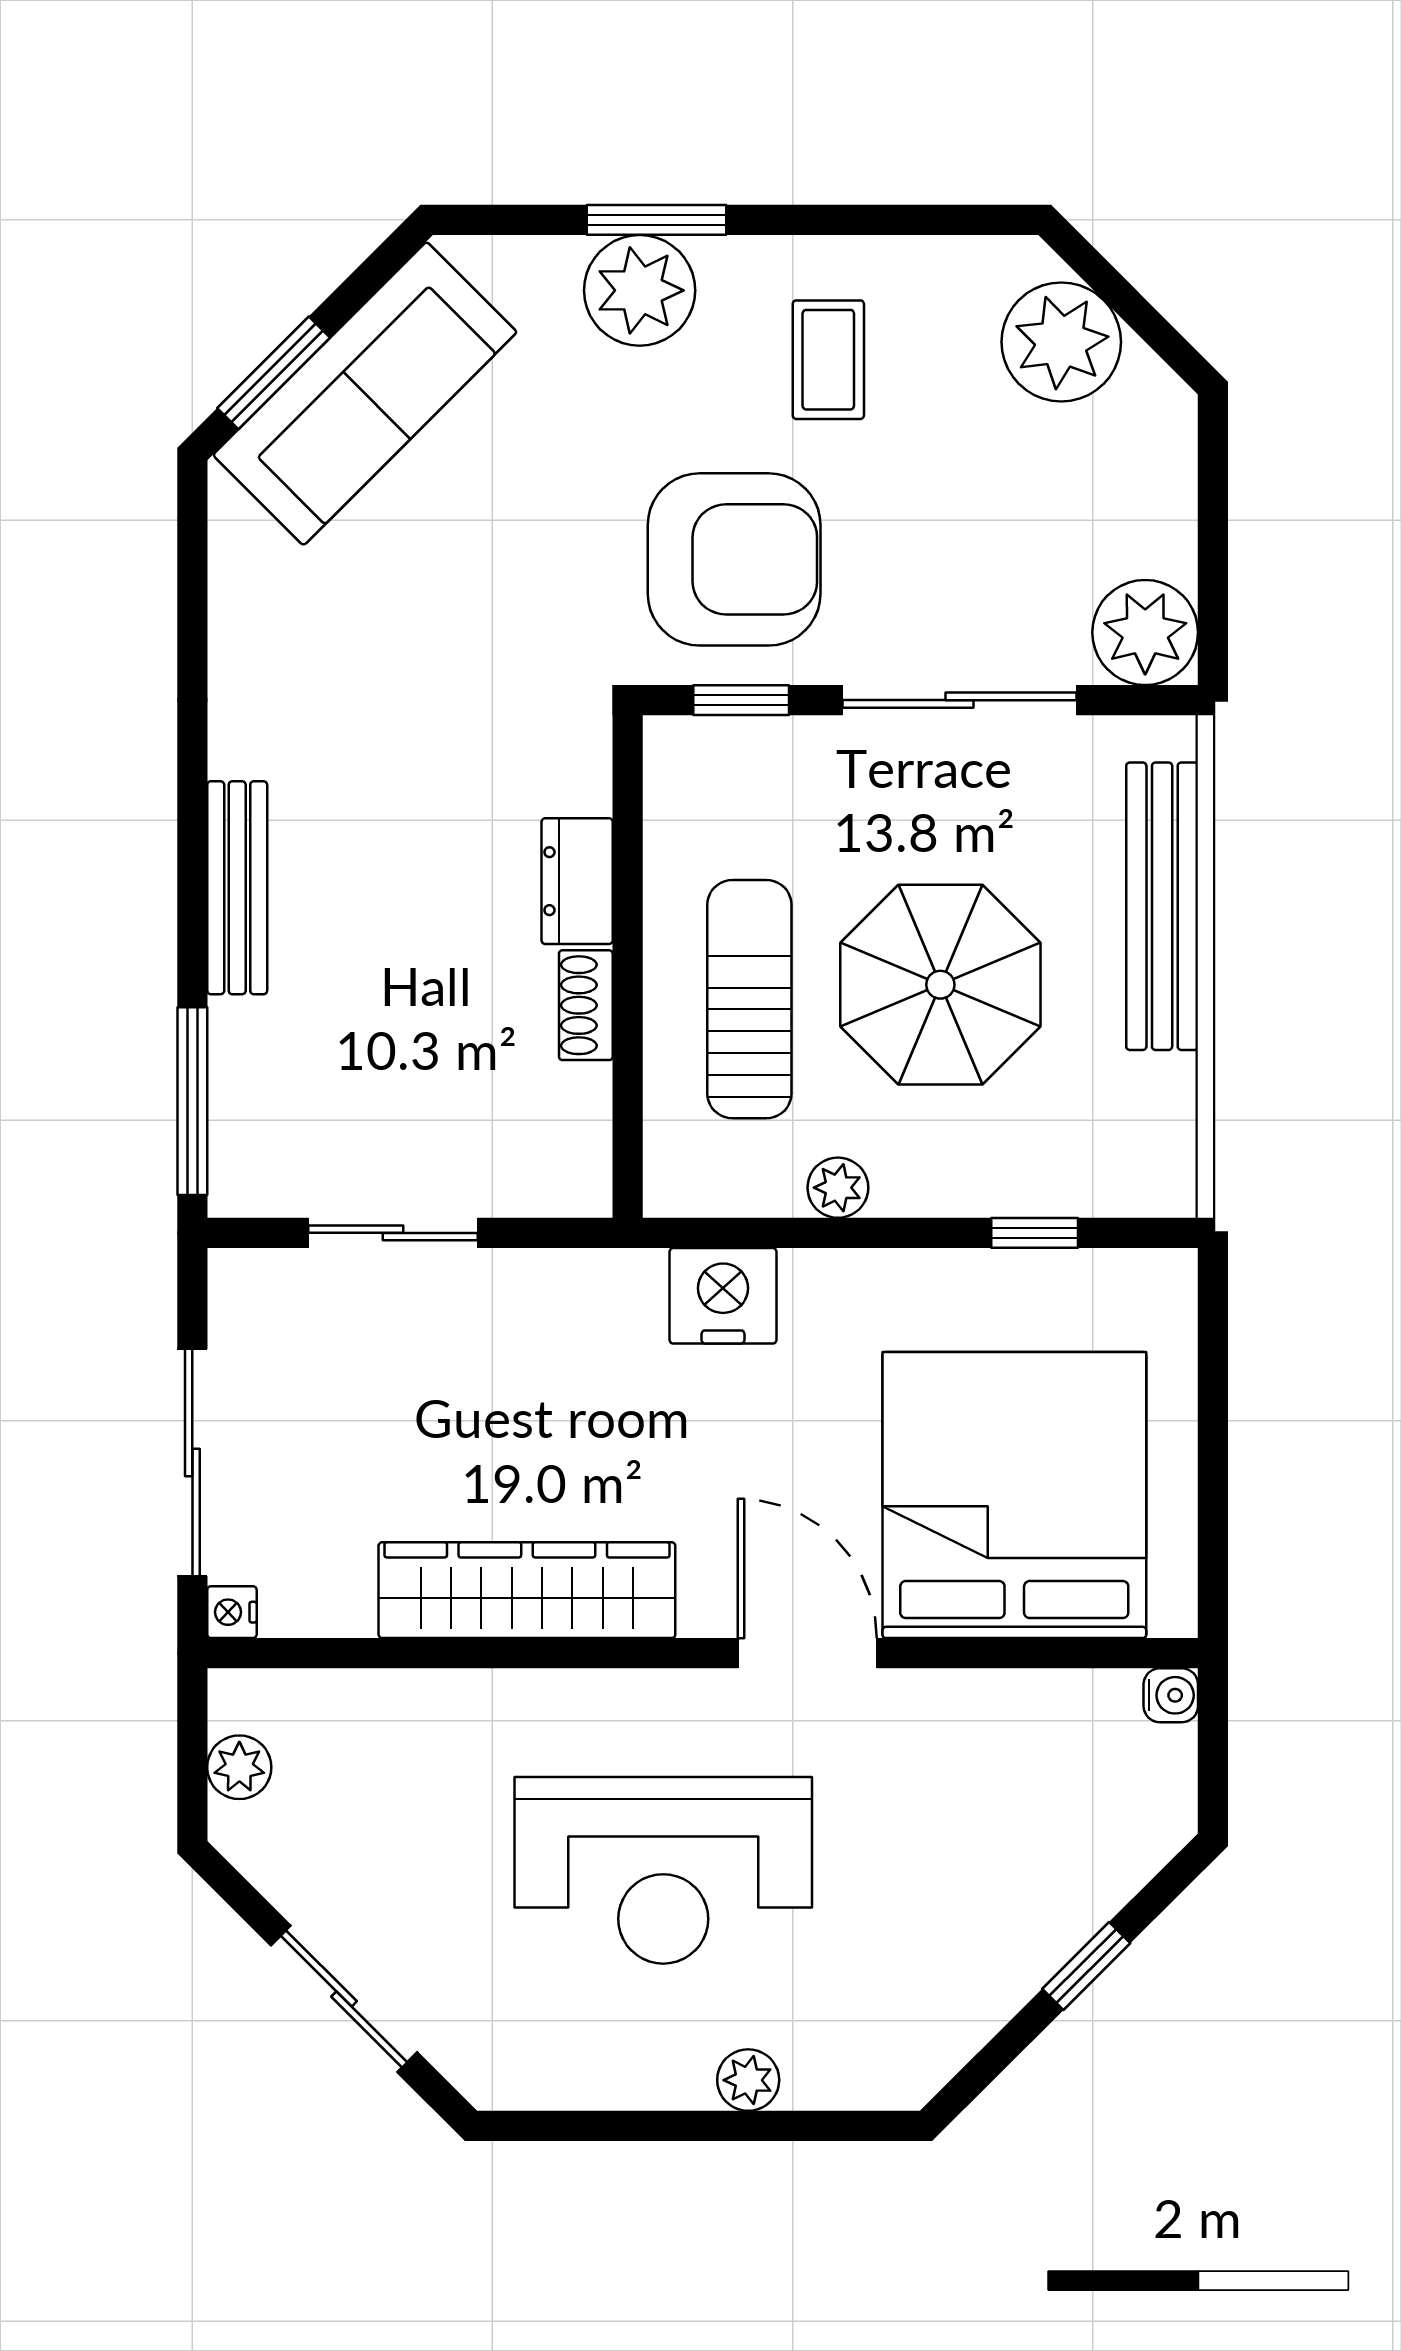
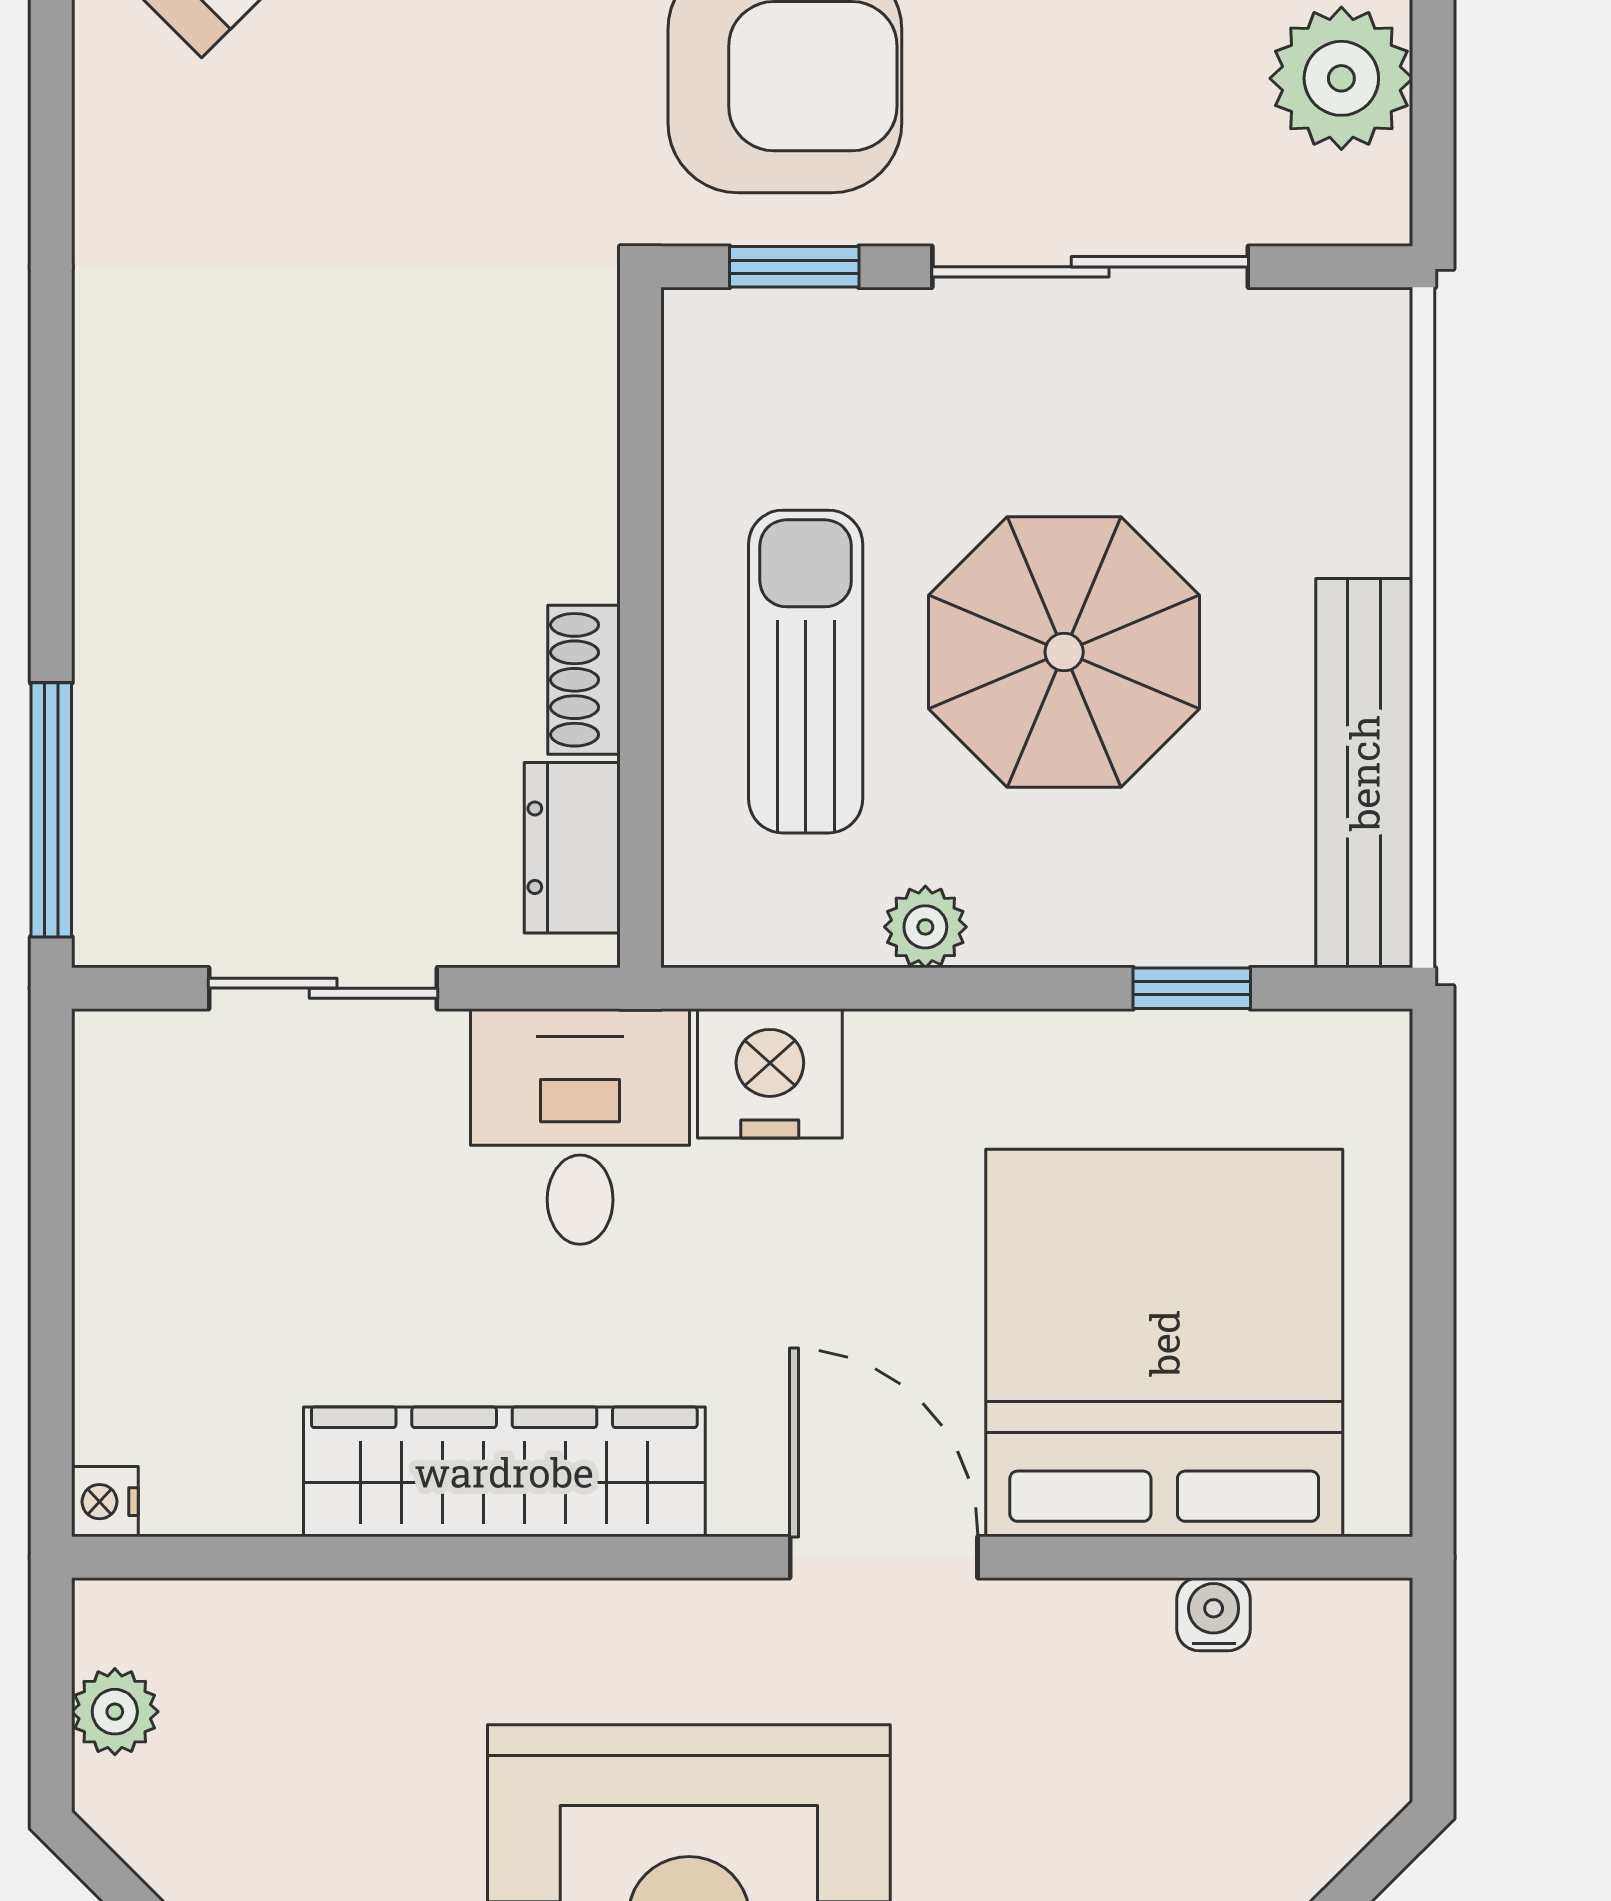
plant: (1145, 632) -> (1341, 78), moved
dresser: (577, 881) -> (572, 848), moved
bench: (237, 888) -> (112, 521), removed
bench: (1162, 906) -> (1364, 773), moved
desk: (583, 1335) -> (580, 1127), added
sliding door: (192, 1462) -> (51, 1299), removed
water cooler: (1171, 1695) -> (1214, 1614), moved, turned -90

